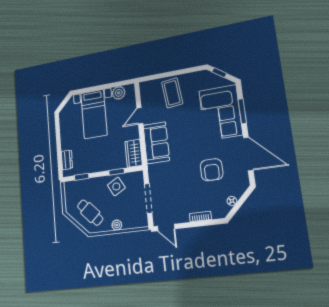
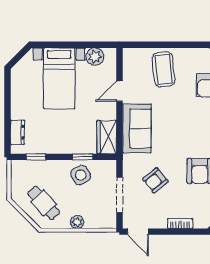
armchair: (176, 183) -> (155, 180), added

